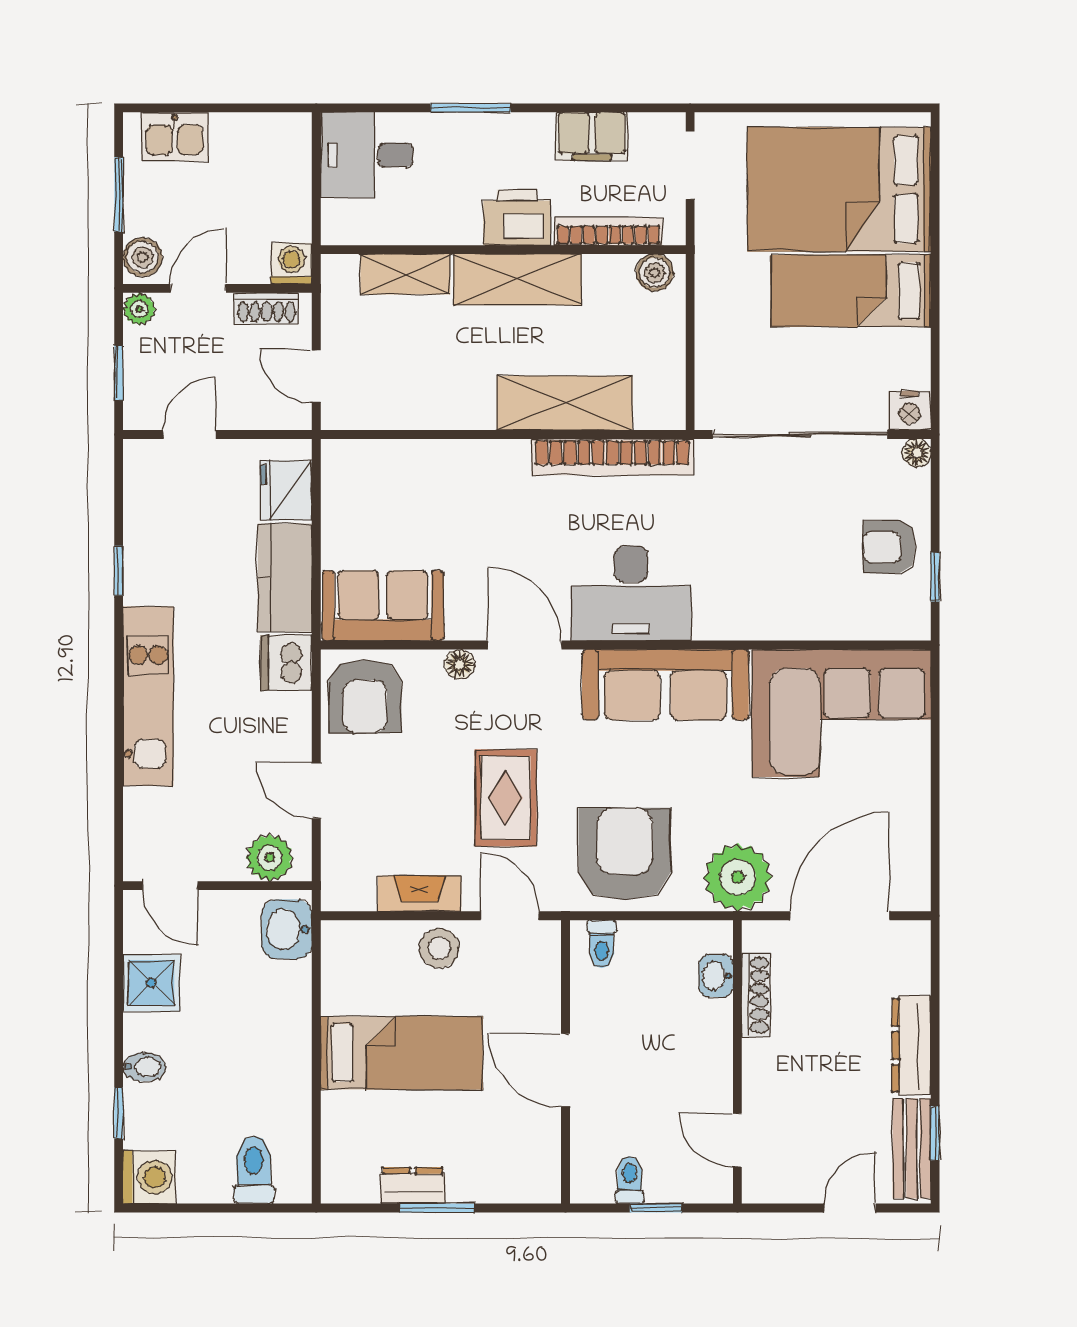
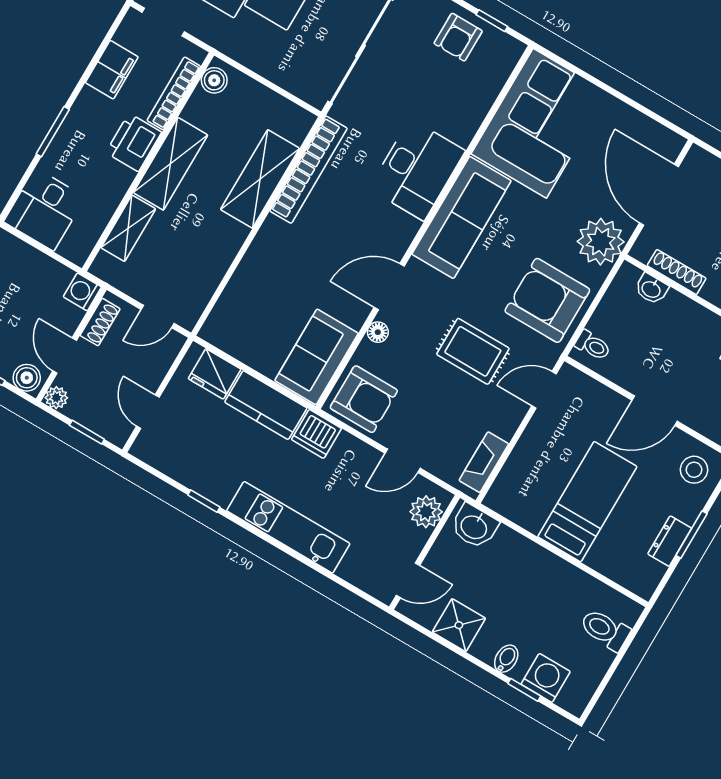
desk: (631, 593) -> (417, 170), moved
fireplace: (419, 894) -> (484, 462), moved
stool: (439, 948) -> (694, 470), moved
washing machine: (149, 1177) -> (546, 678), moved

